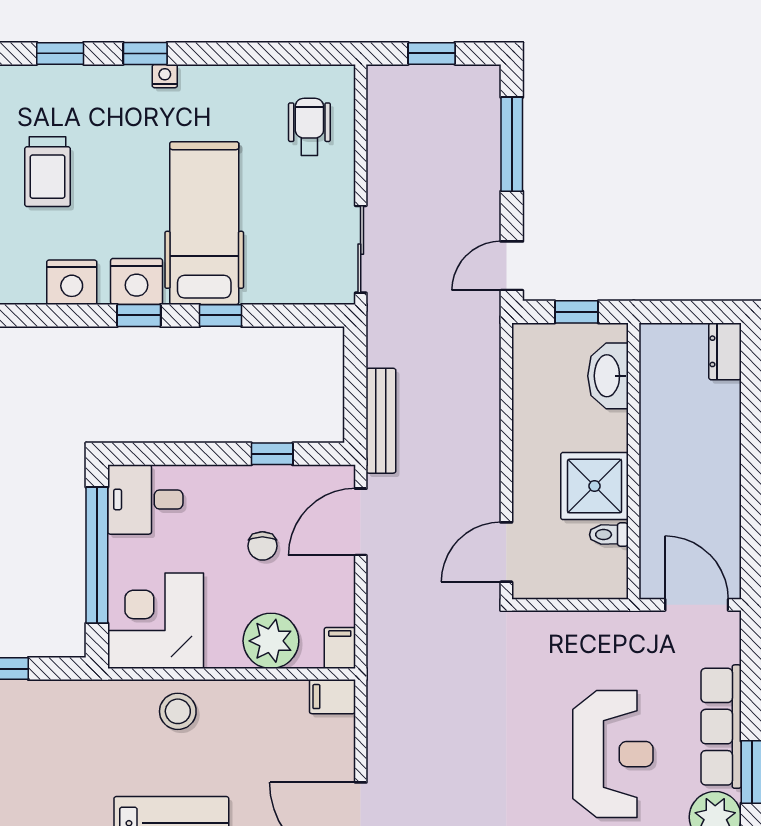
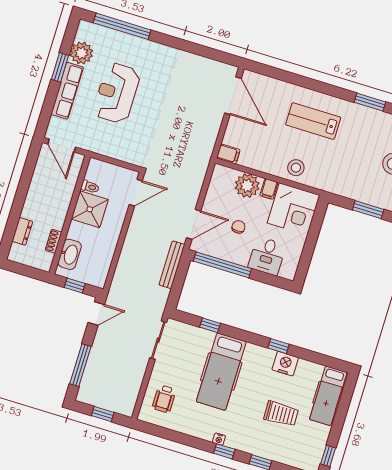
trolley: (48, 172) -> (281, 414), turned 88
nightstand: (137, 281) -> (258, 356), removed
window: (139, 315) -> (279, 346), moved
window: (221, 315) -> (210, 325), moved
dresser: (725, 351) -> (22, 231), moved
shoe rack: (651, 393) -> (54, 241), added
window: (272, 454) -> (222, 265), width x3.17
desk: (145, 499) -> (267, 256), moved, turned 90
window: (97, 555) -> (310, 245), removed
filing cabinet: (340, 648) -> (269, 189), moved

